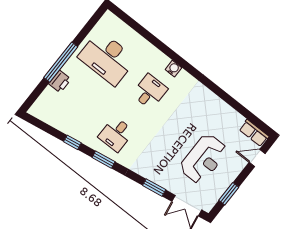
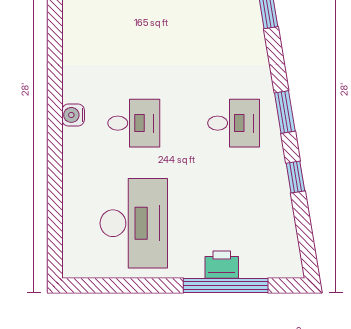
window: (61, 62) -> (226, 285), moved
desk: (150, 92) -> (134, 123), turned 180

